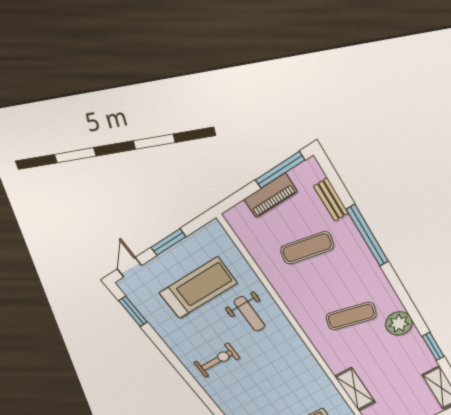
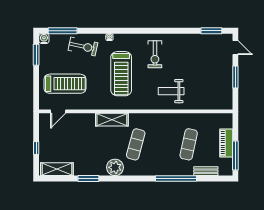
treadmill: (198, 288) -> (121, 74), moved
shelving: (355, 389) -> (112, 120), moved

